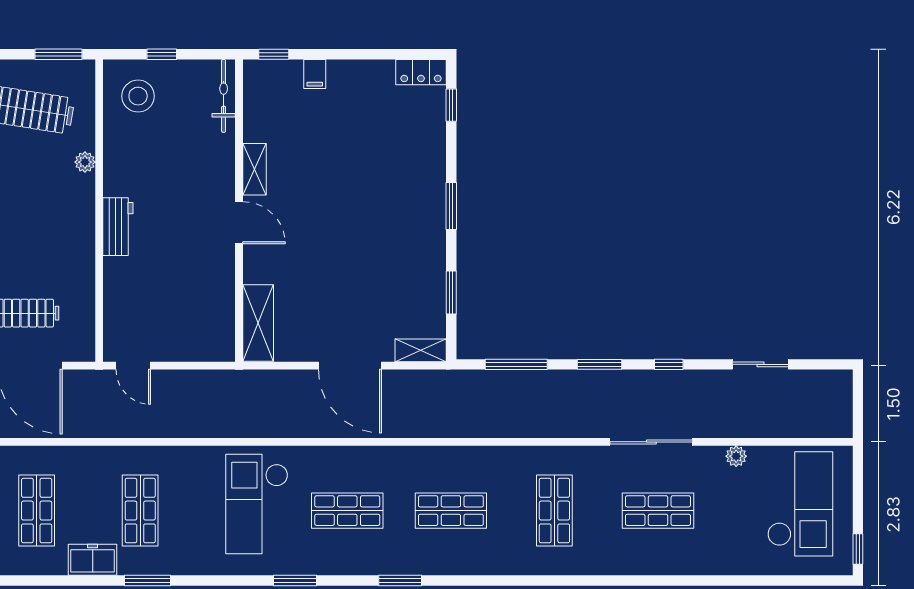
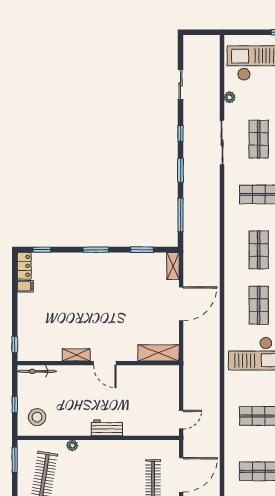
filing cabinet: (315, 74) -> (25, 286), moved
door: (239, 223) -> (105, 363), swing flipped

